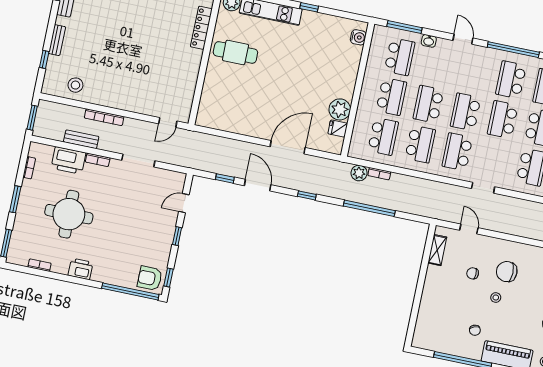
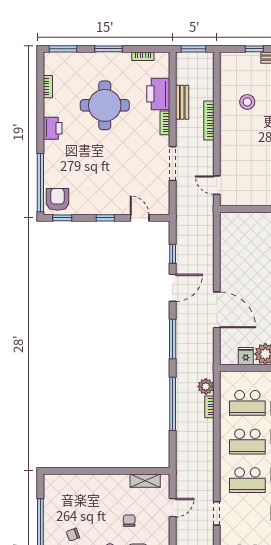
stool: (75, 85) -> (247, 102), moved
school desk: (457, 152) -> (247, 480), turned 180
window: (307, 195) -> (173, 339), width x2.17

